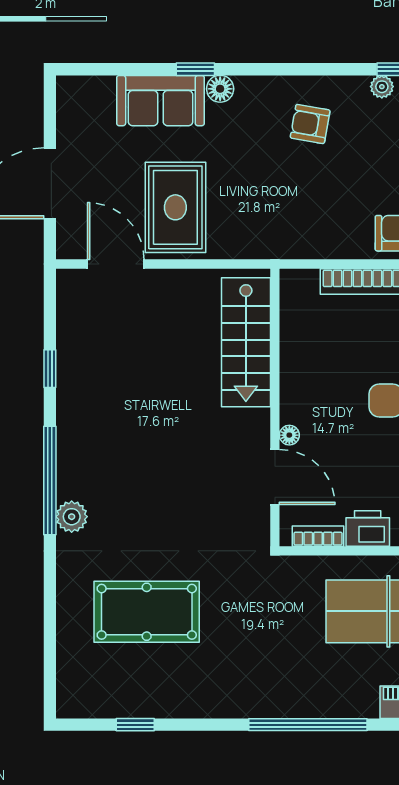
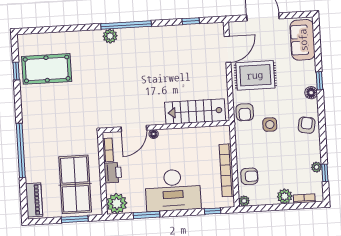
sofa: (160, 101) -> (303, 40), moved
armchair: (310, 124) -> (307, 125), moved
side table: (284, 182) -> (270, 125), added
armchair: (254, 235) -> (245, 112), added
window: (50, 369) -> (191, 21), moved
pool table: (147, 612) -> (47, 69), moved, turned 90

